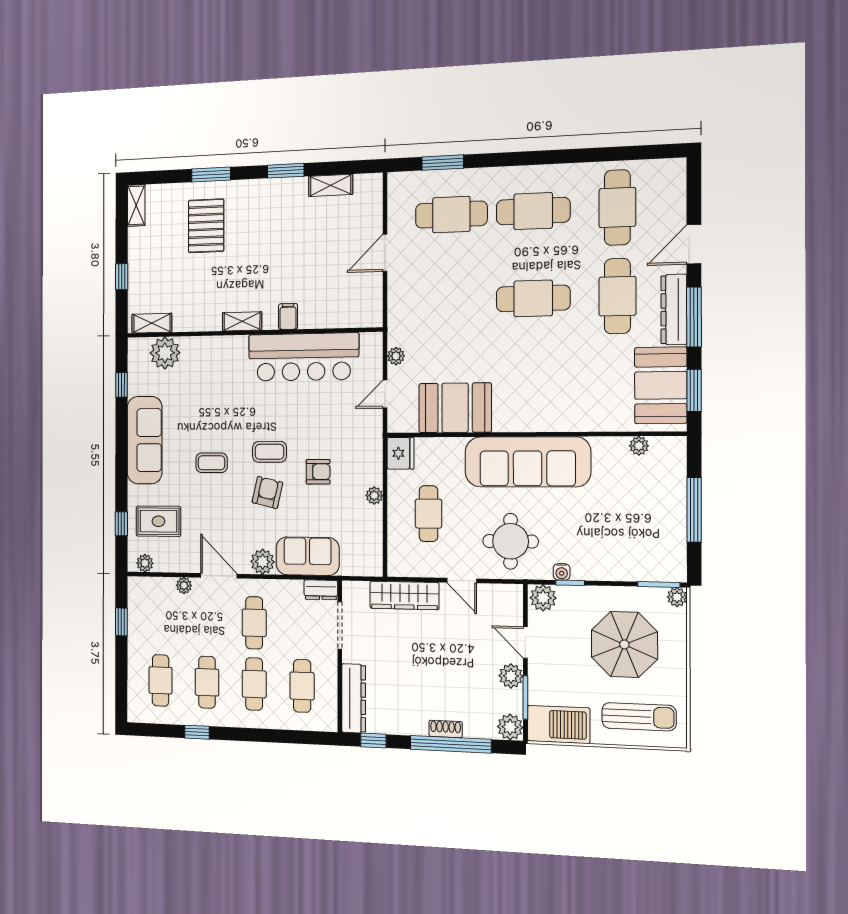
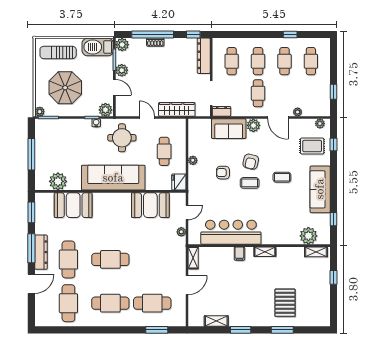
shelving: (136, 205) -> (193, 258), moved
booth: (661, 385) -> (73, 205), moved, turned 90
plant: (639, 446) -> (58, 181), width x1.87, depth x1.87

